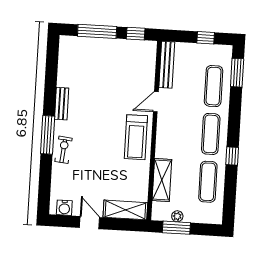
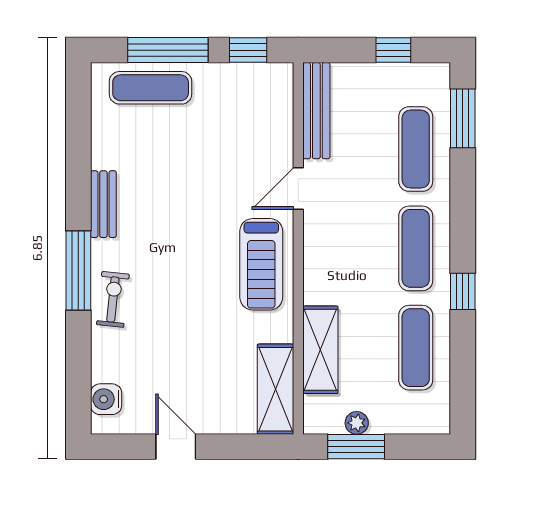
exercise mat: (88, 49) -> (151, 88), added
water cooler: (64, 208) -> (106, 399), moved, turned 90
shelving: (125, 210) -> (276, 389), moved, turned 90

